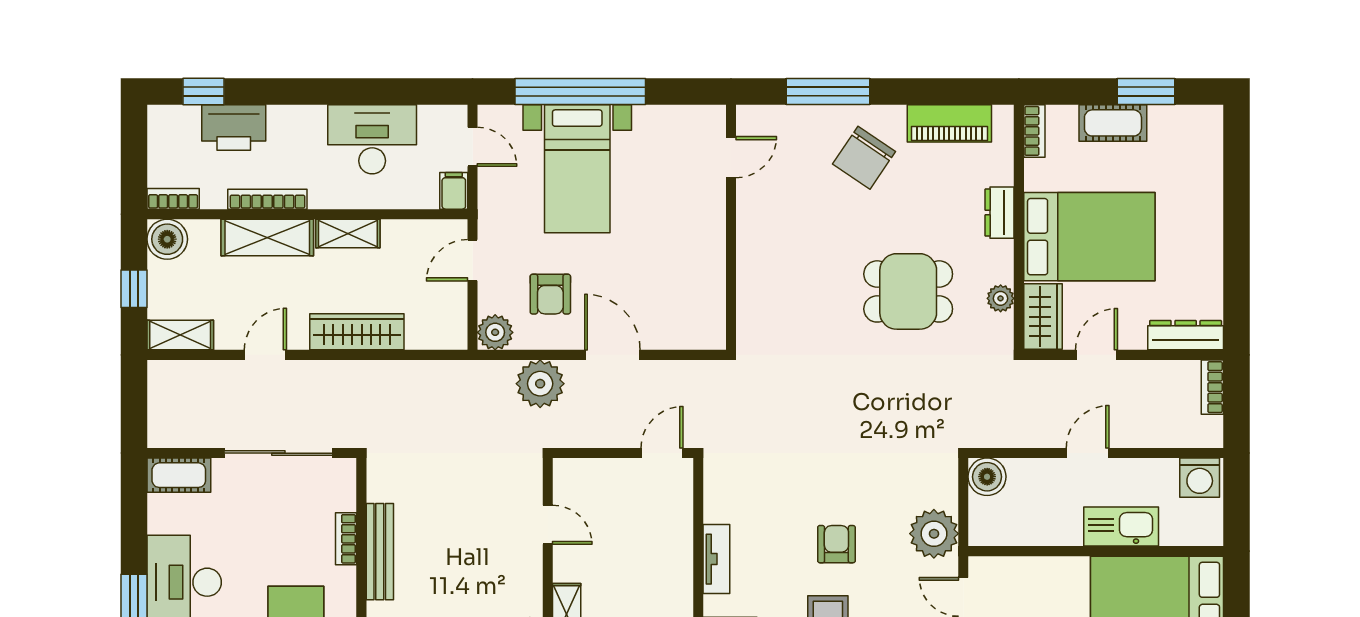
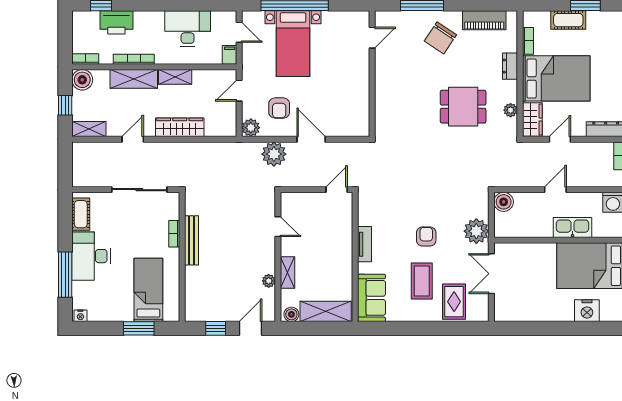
bookcase: (1034, 131) -> (528, 41), moved
cot: (179, 475) -> (81, 214), moved, turned 90

